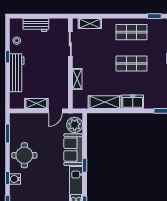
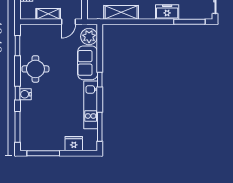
freezer: (133, 102) -> (167, 12), moved

